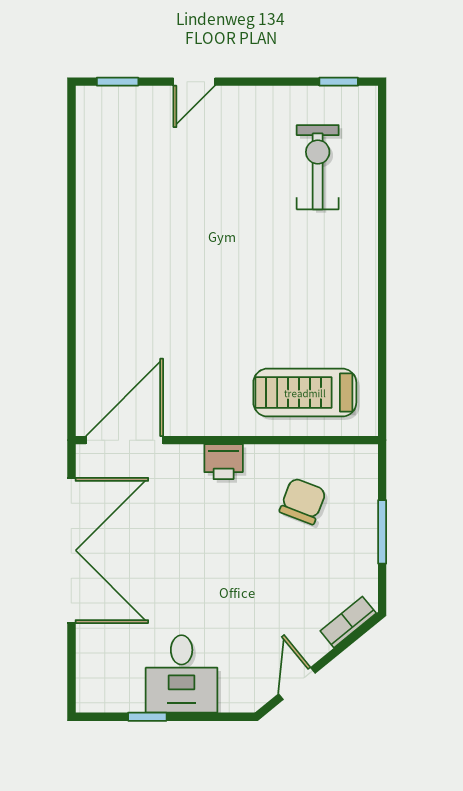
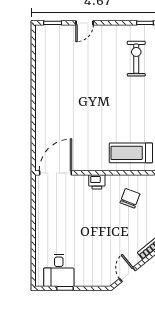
double door: (71, 550) -> (33, 219), removed
desk: (182, 674) -> (59, 271), moved

